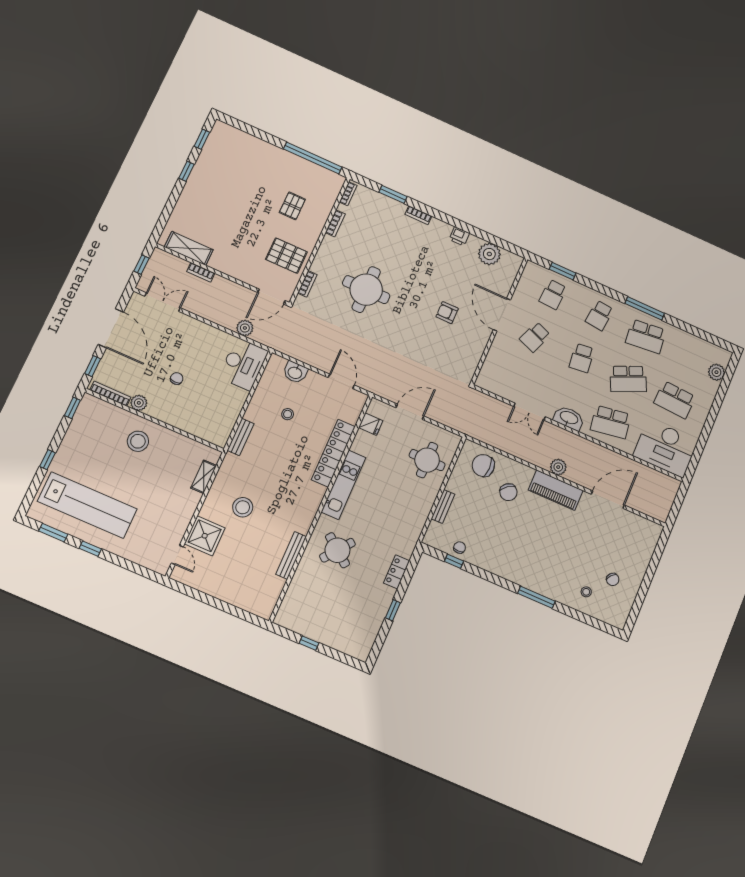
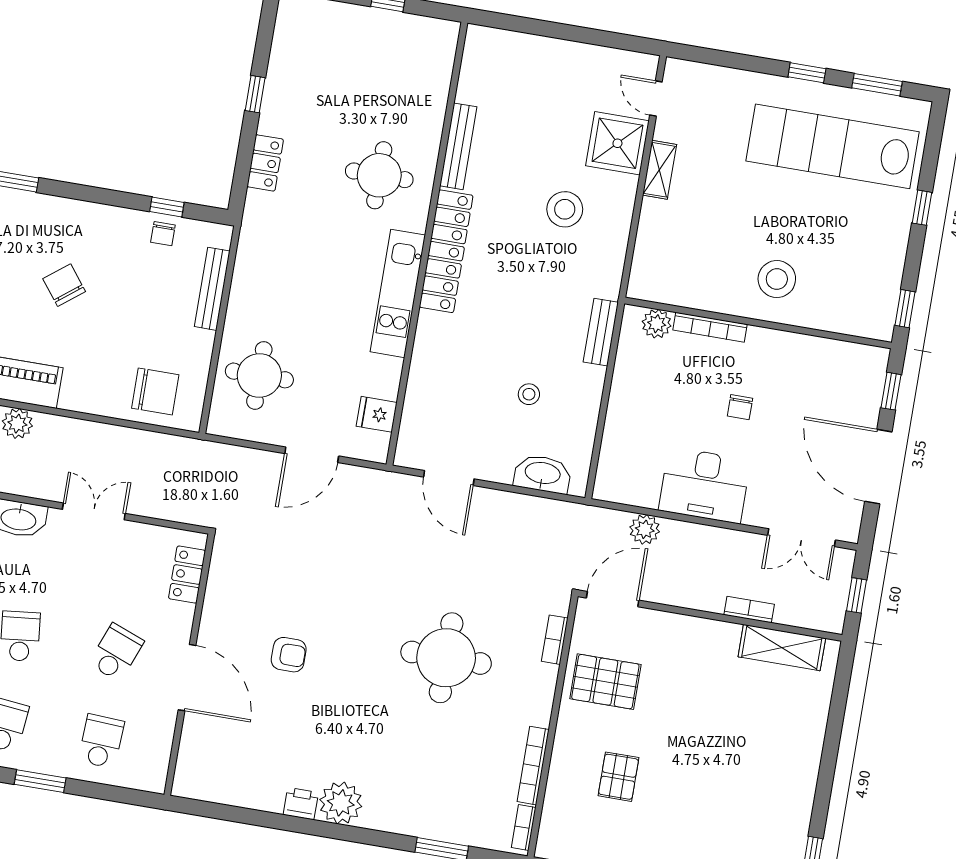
window: (187, 171) -> (824, 788), removed
bookcase: (418, 215) -> (386, 823), removed
bookcase: (335, 223) -> (533, 766), width x1.56
plant: (489, 254) -> (341, 803), moved
window: (563, 271) -> (40, 781), moved
desk: (243, 364) -> (704, 485), moved, turned -90
locker: (489, 367) -> (187, 575), added
washbasin: (295, 372) -> (542, 474), width x1.38
bookcase: (110, 394) -> (710, 327), moved
plant: (139, 403) -> (657, 324), moved
locker: (333, 453) -> (446, 251), moved
shelving: (204, 477) -> (659, 170), moved
chair: (508, 492) -> (64, 285), moved
bench: (443, 506) -> (212, 289), width x1.36
round table: (337, 550) -> (379, 175), turned -38

